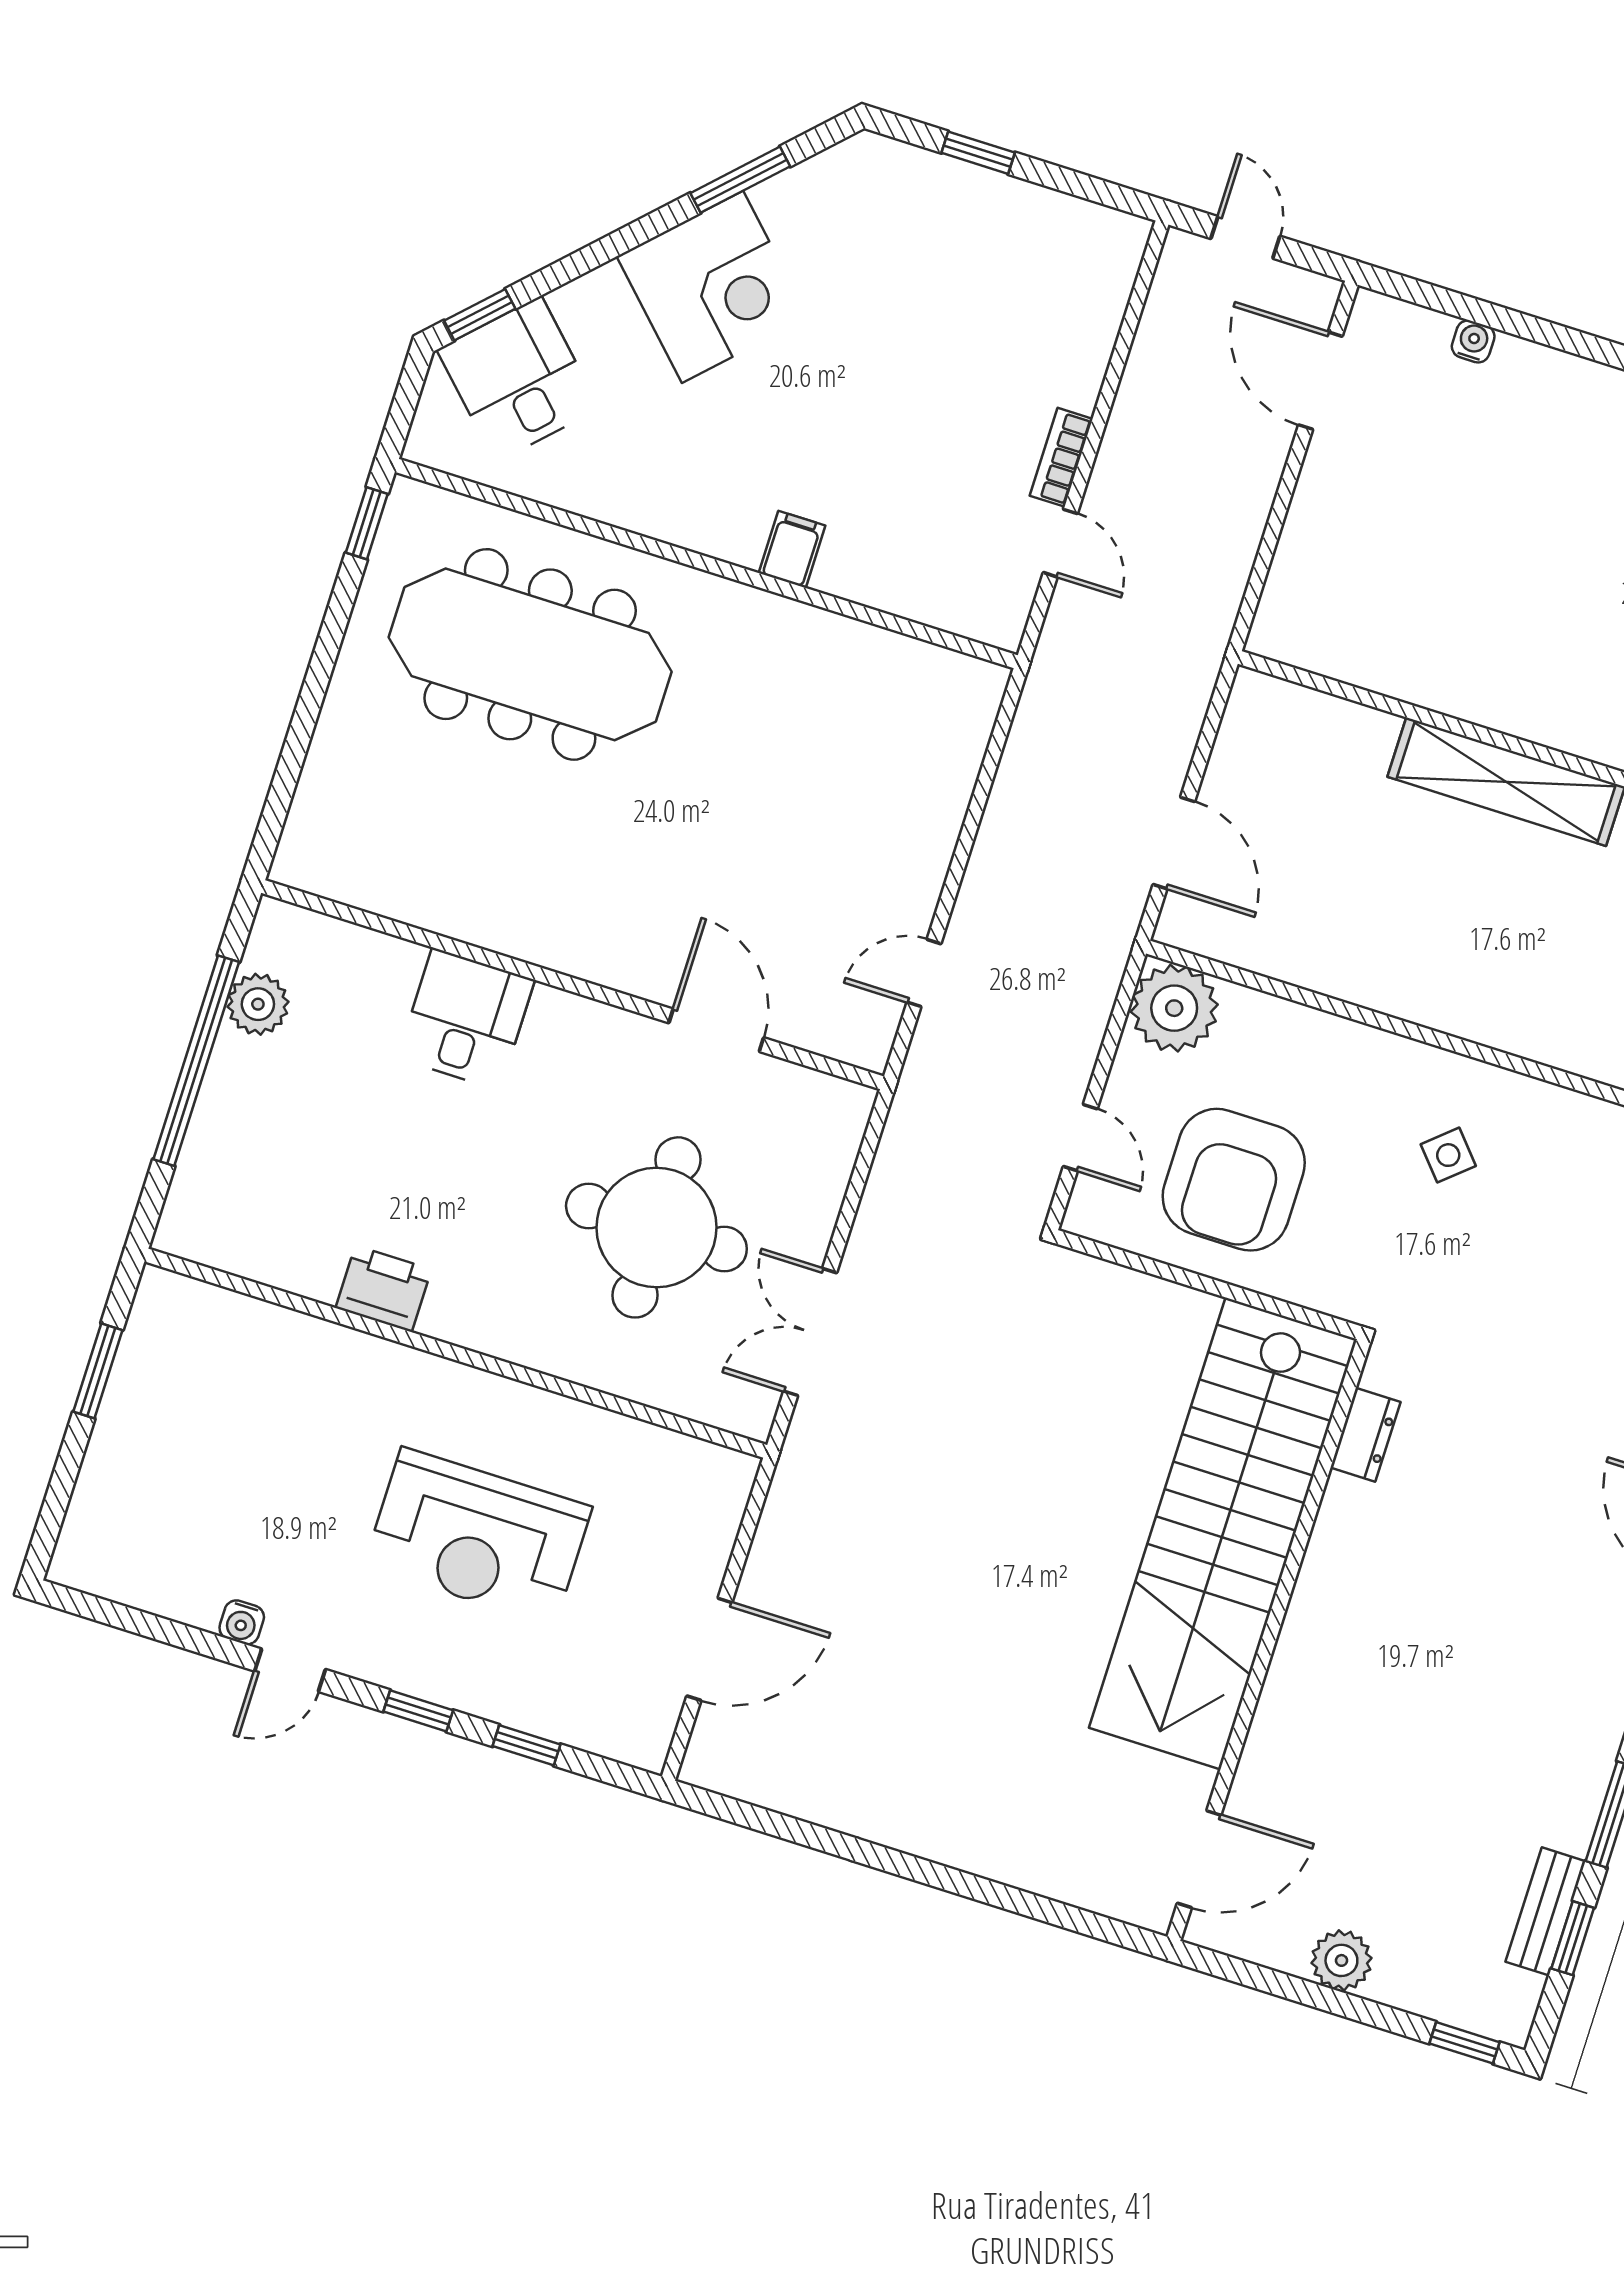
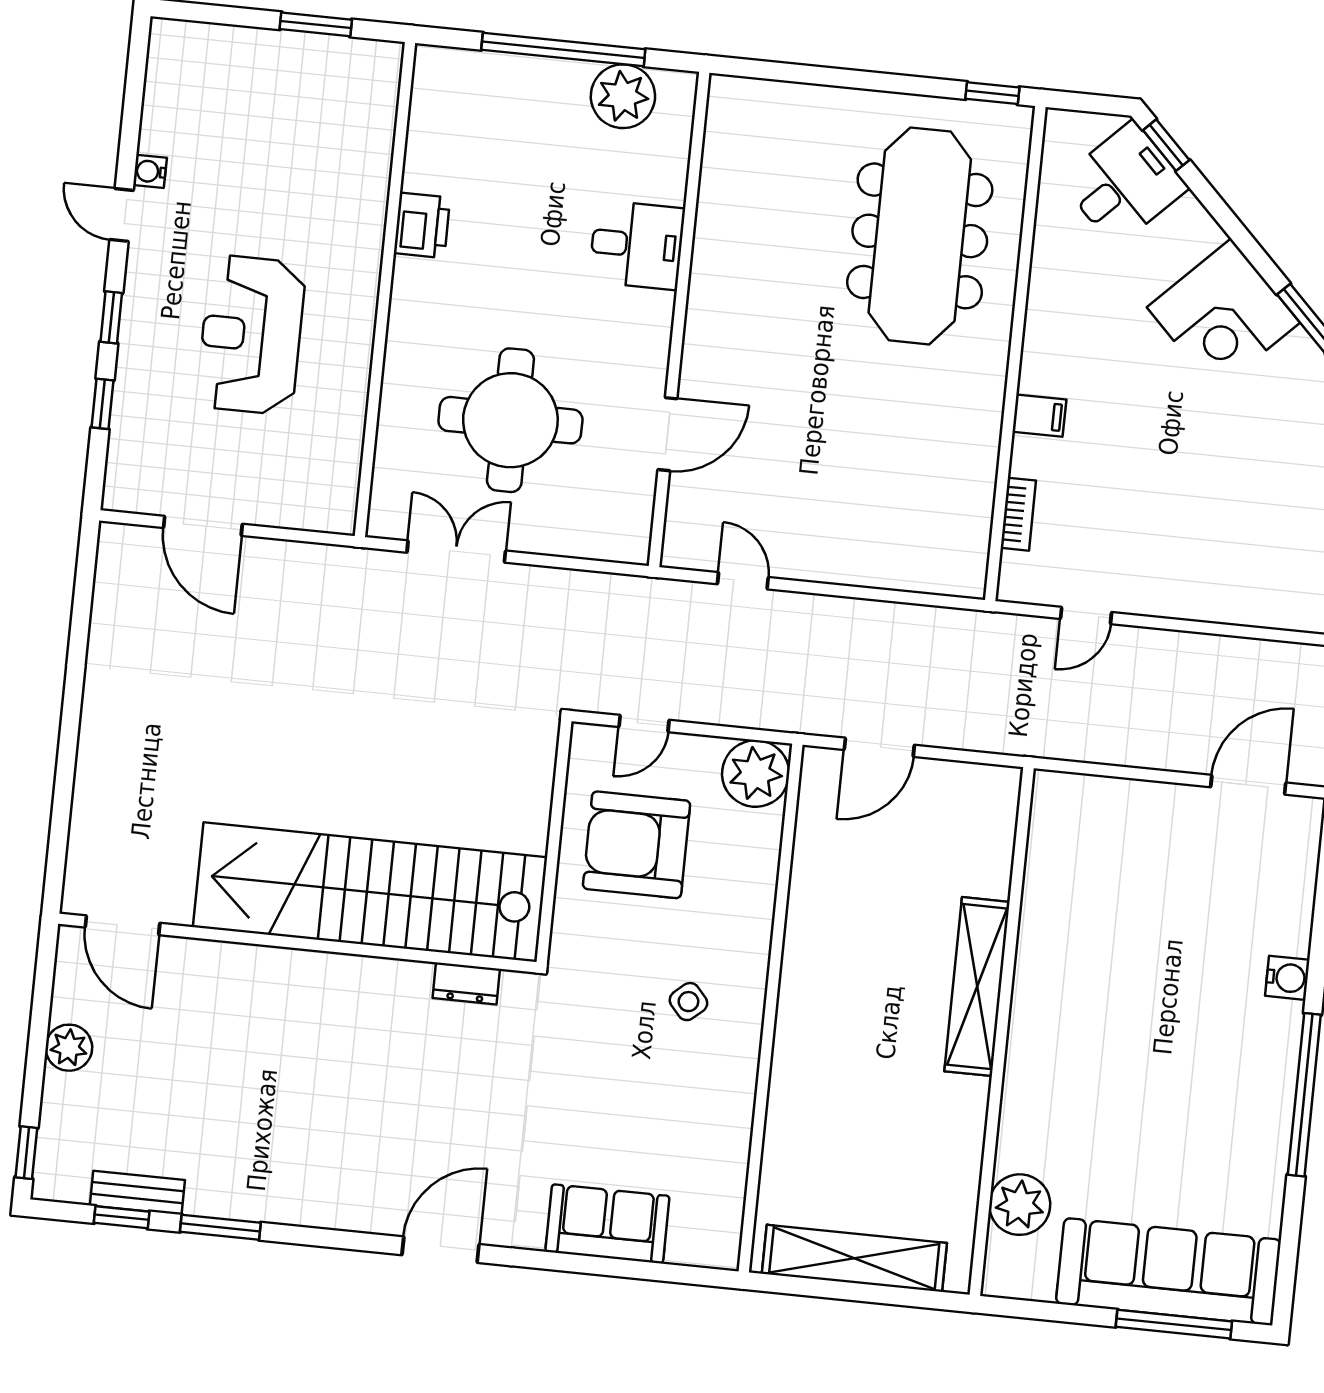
water cooler: (1473, 341) -> (1287, 978), moved, width x1.38, depth x1.38
bookcase: (1061, 457) -> (1018, 514), moved, turned 90
plant: (258, 1004) -> (623, 96), width x1.36, depth x1.36

